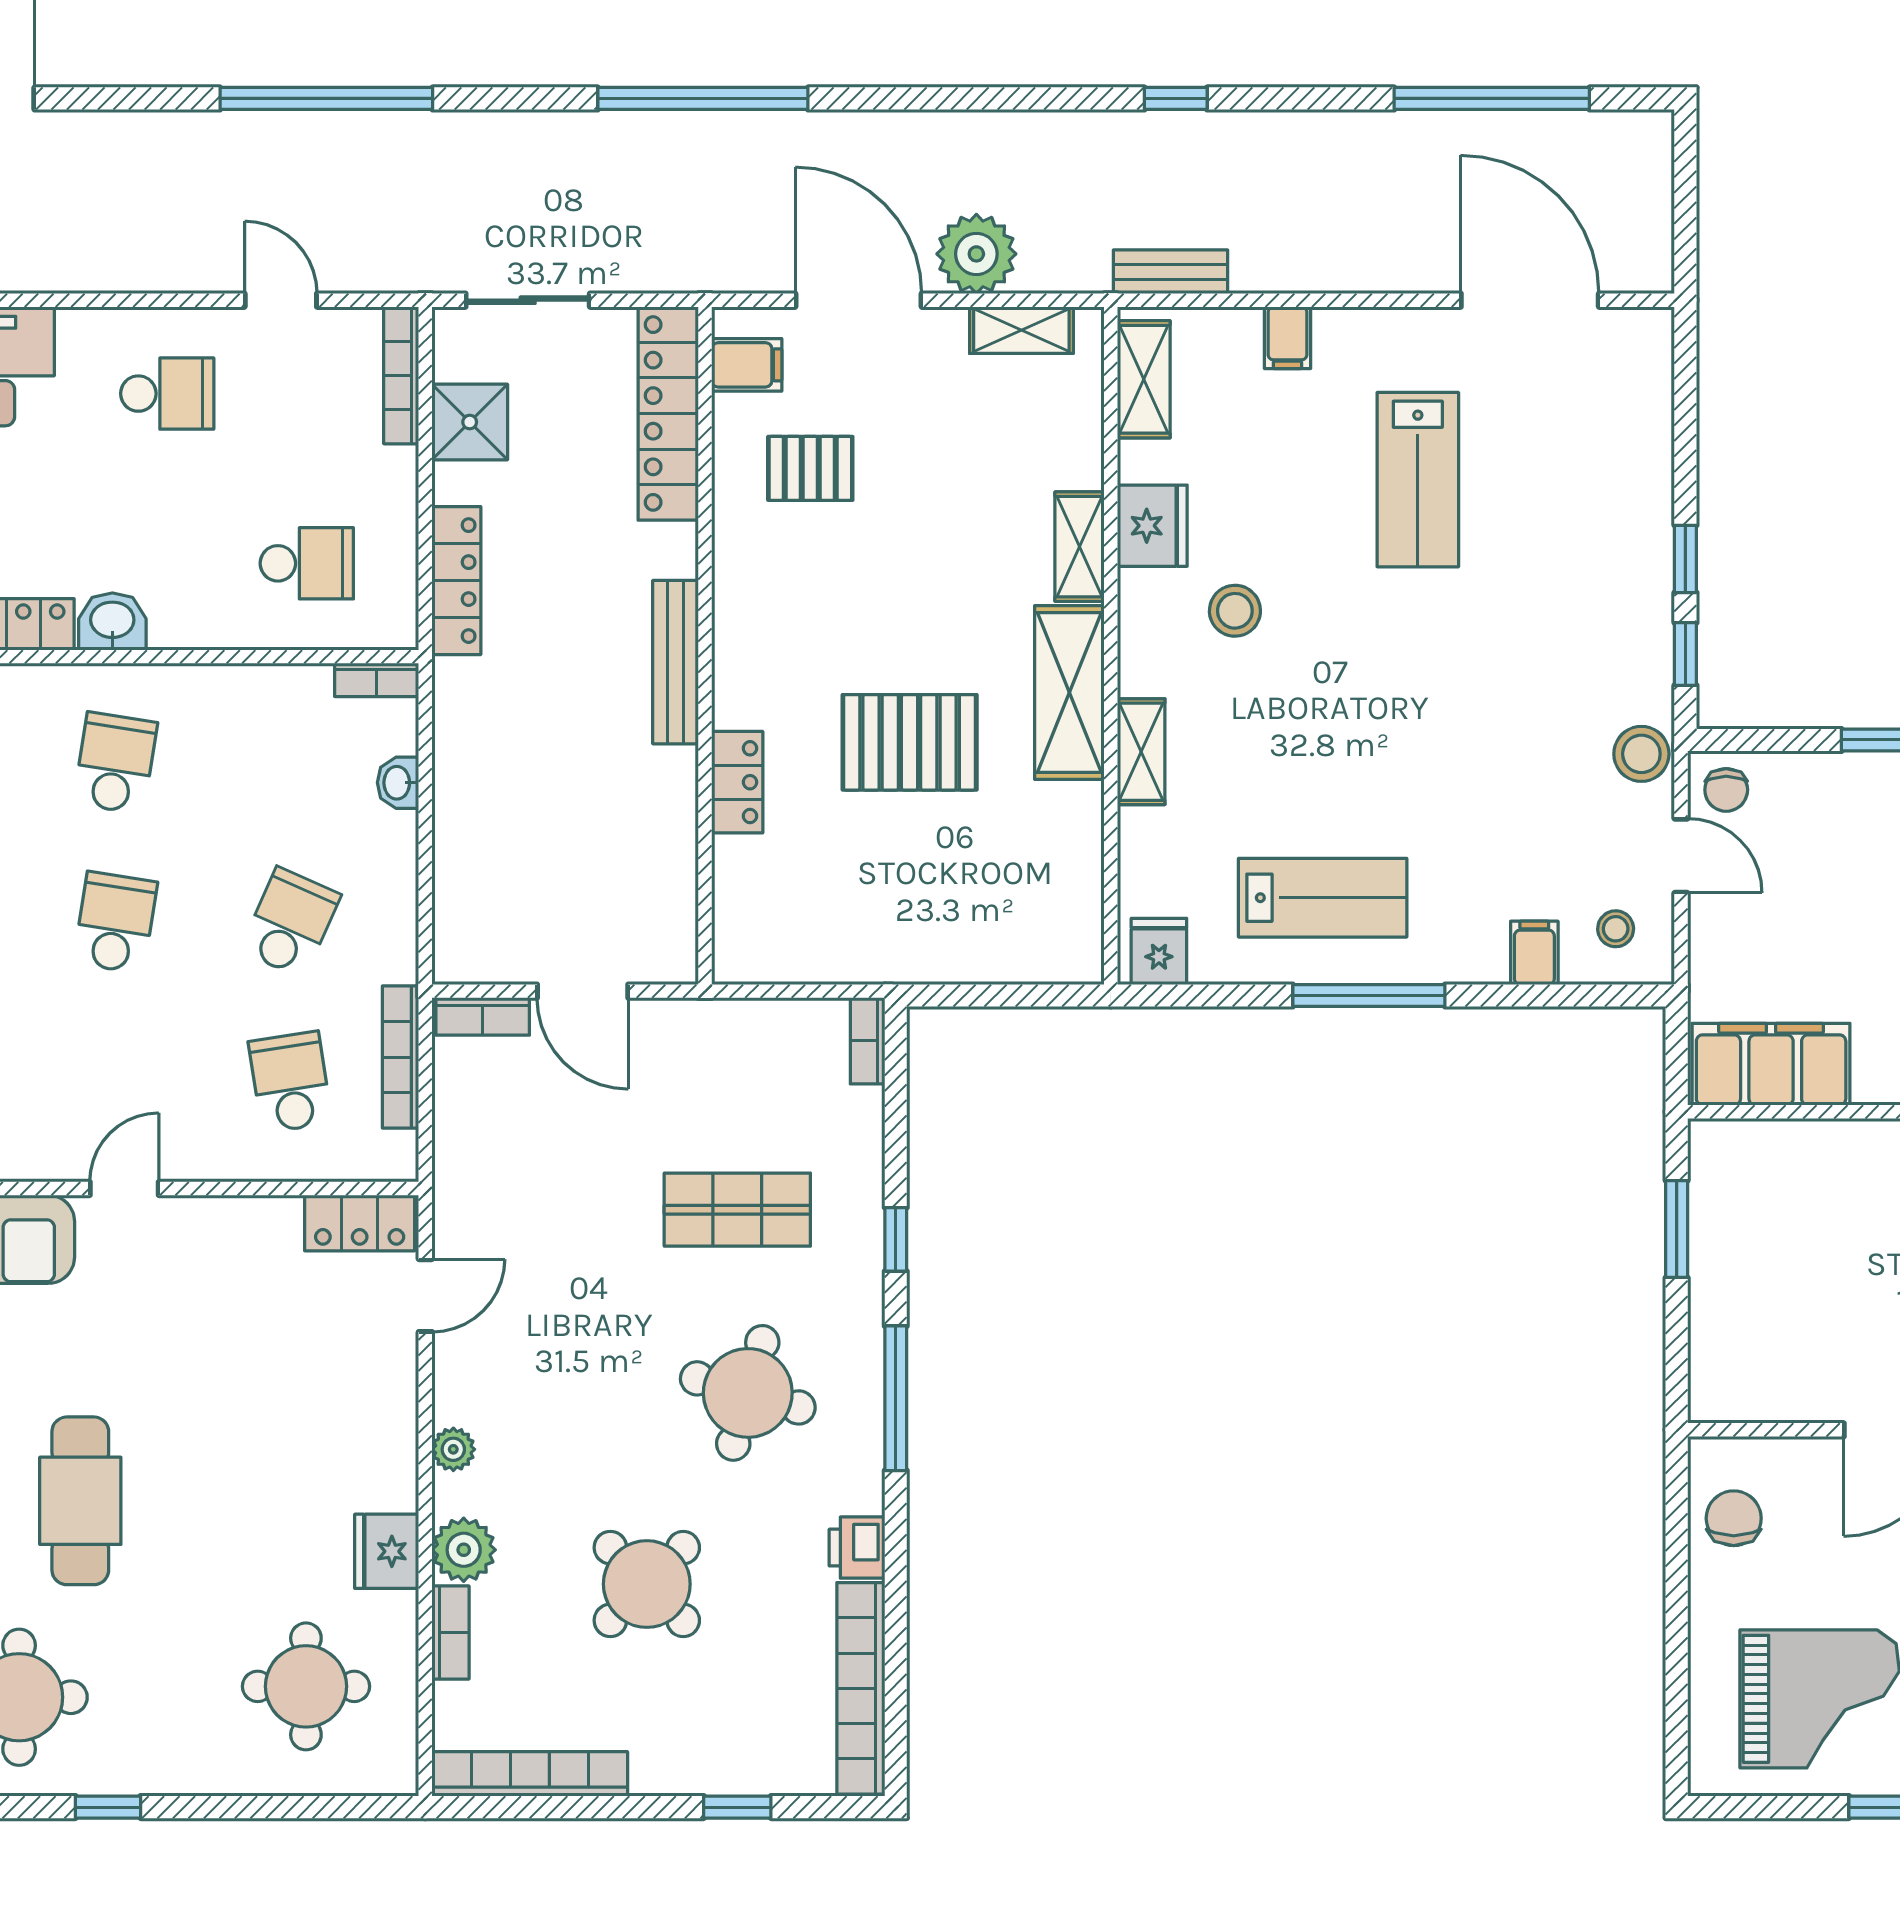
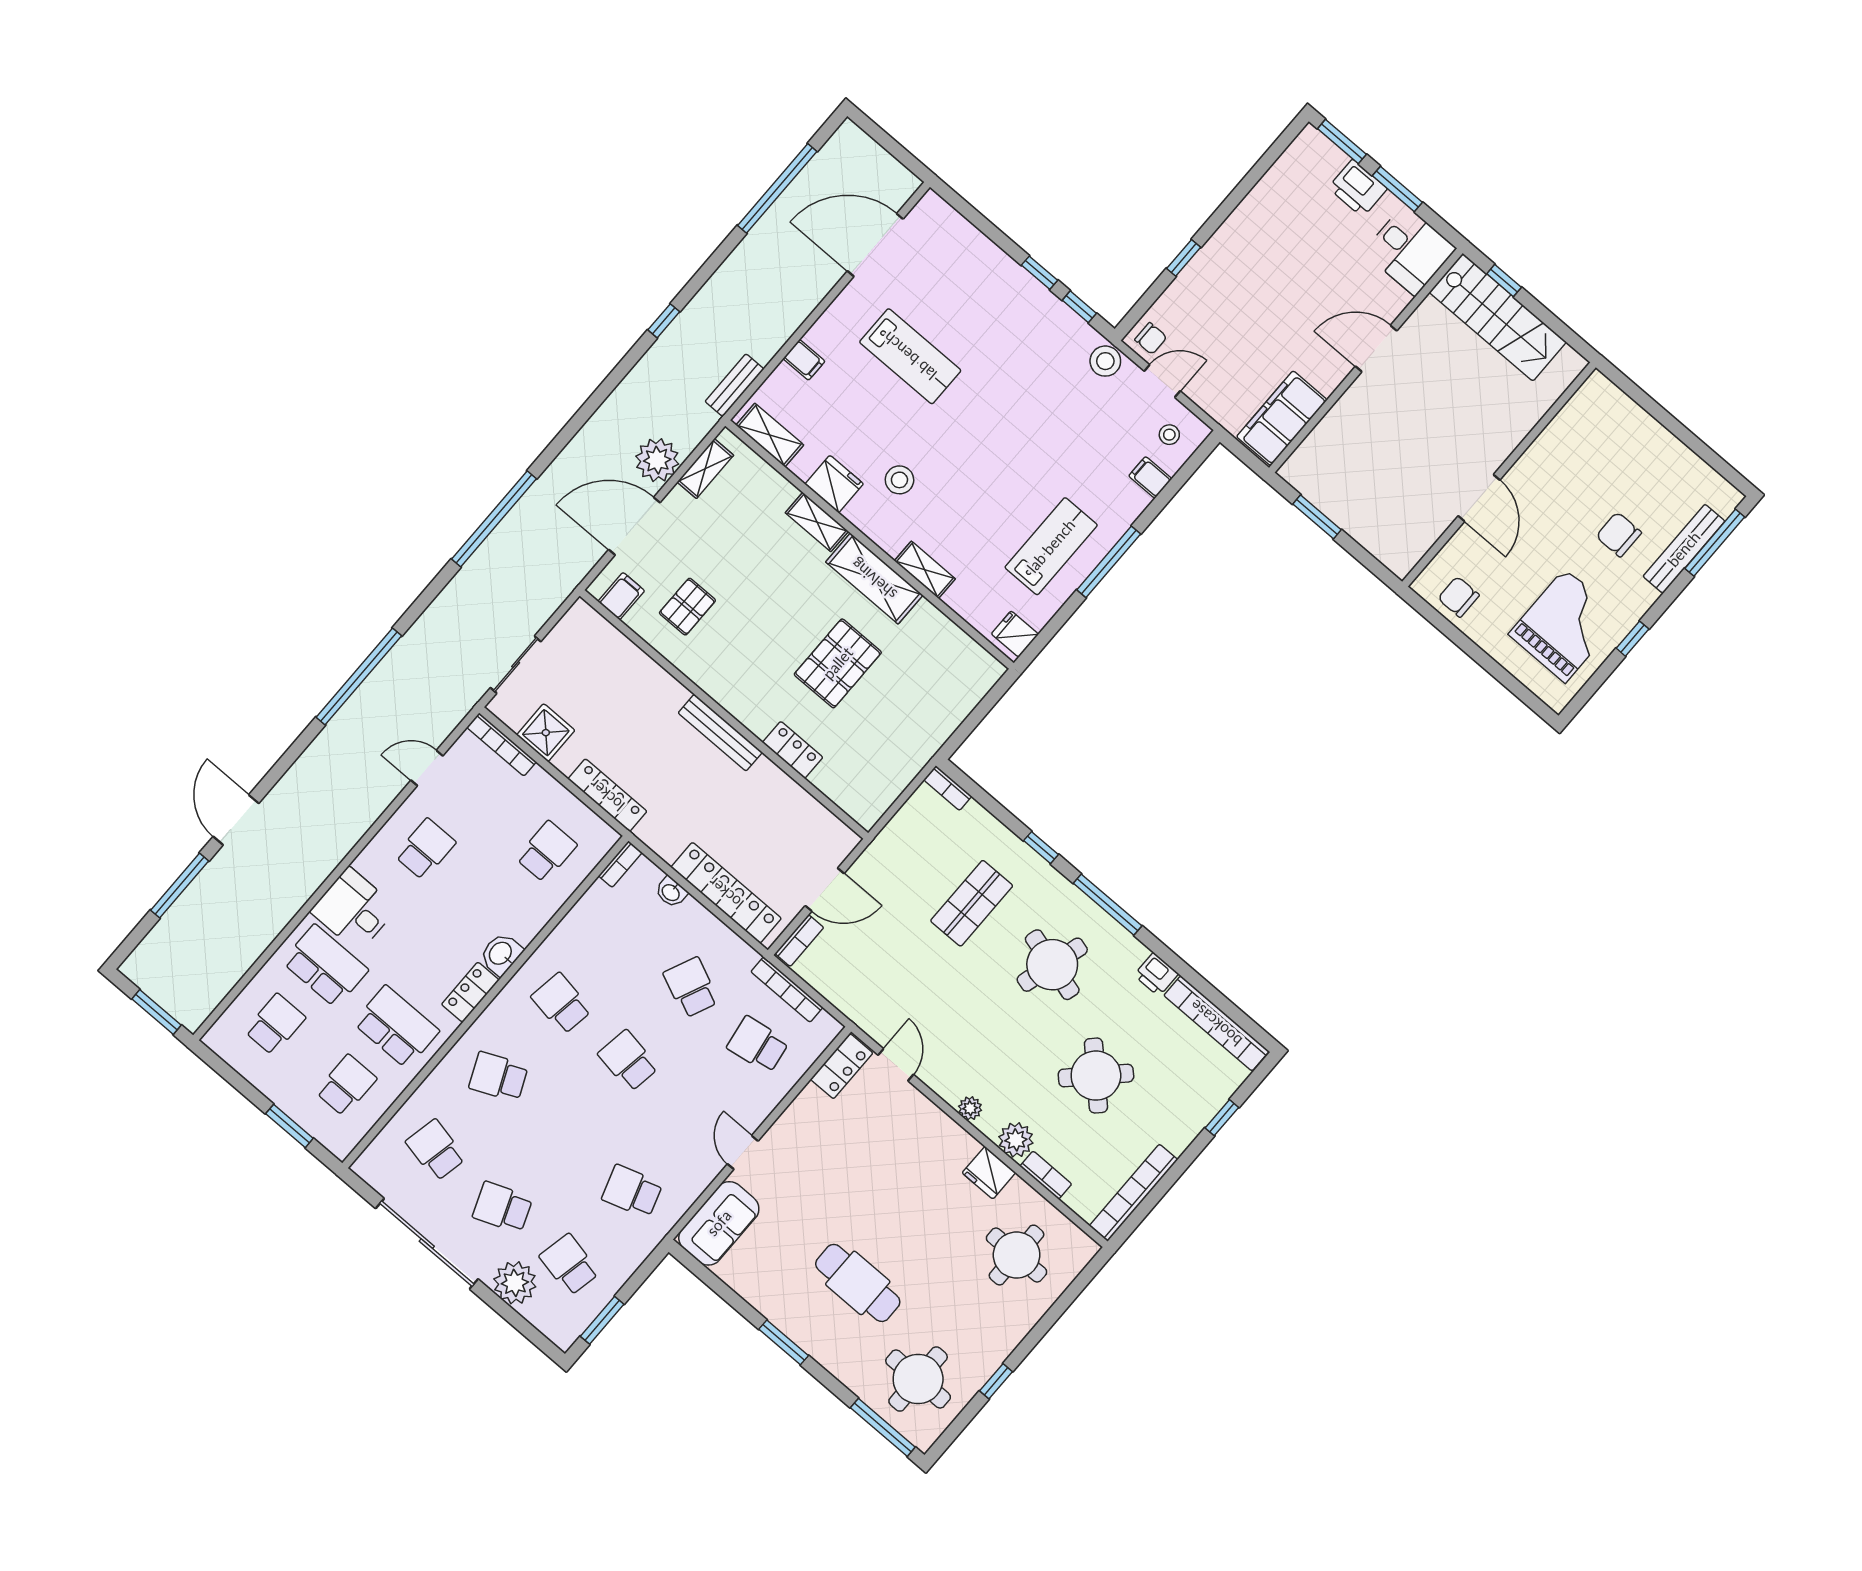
locker: (668, 413) -> (726, 893), moved, turned 180

